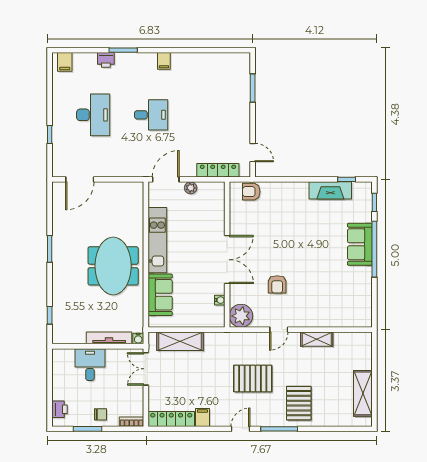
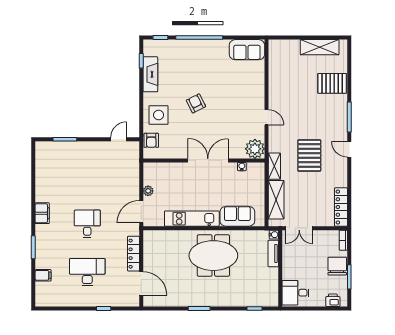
printer: (106, 60) -> (41, 262), removed
filing cabinet: (164, 61) -> (42, 213), width x2.00
filing cabinet: (65, 62) -> (43, 275), moved
locker: (218, 170) -> (133, 254), moved
door: (166, 179) -> (141, 212), hinge flipped
side table: (282, 200) -> (159, 115), added
sofa: (360, 244) -> (247, 50), moved
armchair: (277, 284) -> (196, 103), moved, turned -117
tv unit: (109, 338) -> (273, 253), width x0.71
shelving: (317, 339) -> (274, 166), moved
desk: (90, 365) -> (296, 293), moved
pallet: (253, 379) -> (309, 156), moved
pallet: (299, 403) -> (332, 83), moved
chair: (100, 414) -> (337, 266), width x1.87, depth x1.87
filing cabinet: (202, 417) -> (340, 181), removed

